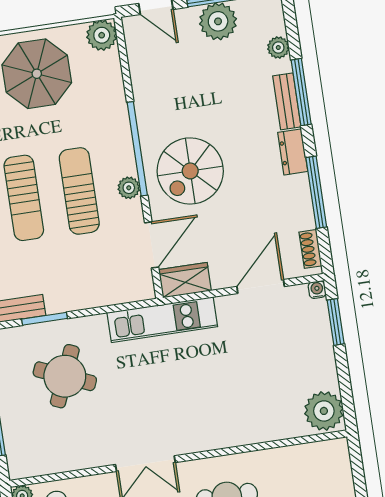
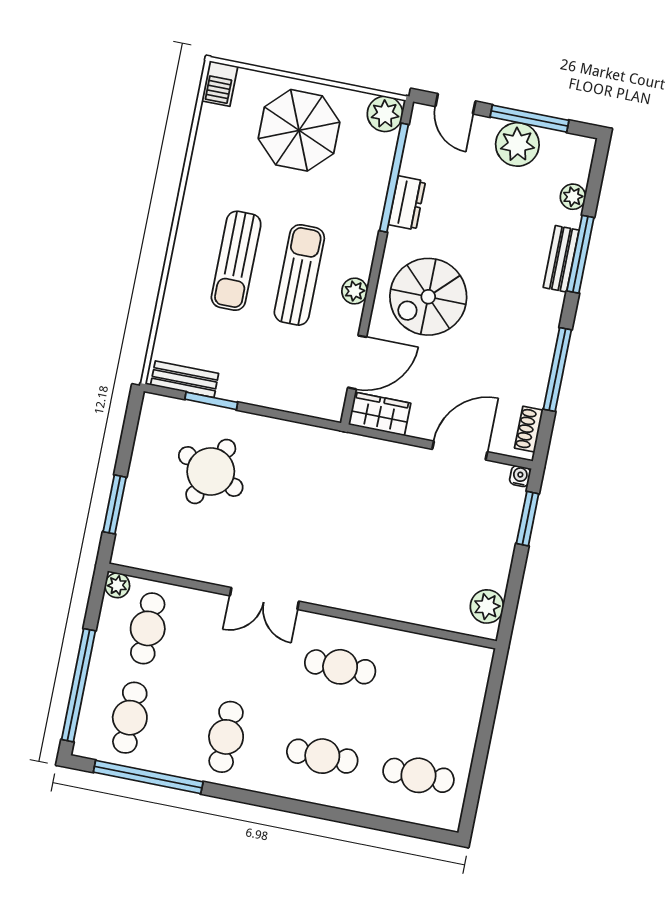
window: (137, 149) -> (394, 178), moved
dresser: (293, 152) -> (407, 203), moved, turned 180
kitchen unit: (162, 320) -> (339, 448), removed
plant: (324, 411) -> (487, 606), width x0.73, depth x0.73

